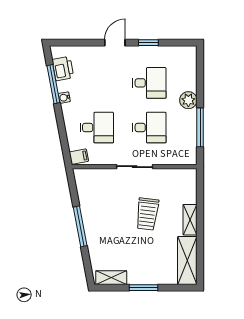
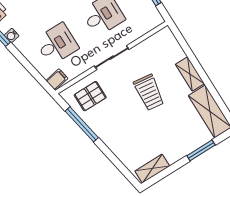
pallet: (98, 187) -> (90, 96), added
window: (80, 226) -> (82, 124), moved
window: (143, 288) -> (201, 150), moved

